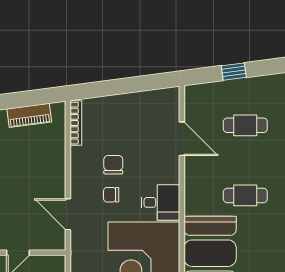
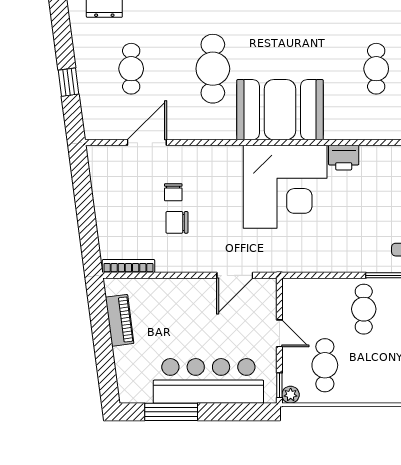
chair: (111, 195) -> (173, 192), moved
cafe table: (245, 195) -> (213, 69), width x1.37, depth x1.35
desk: (160, 202) -> (221, 168), removed

